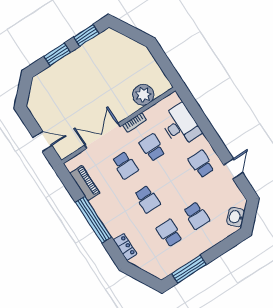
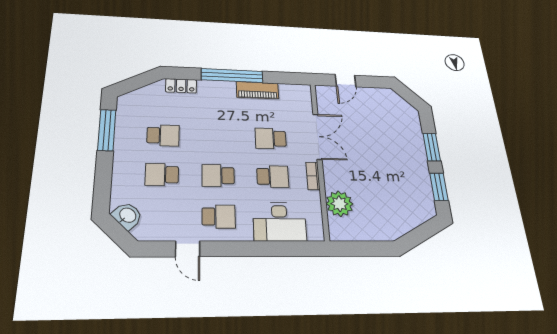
piano: (85, 183) -> (258, 90), moved
school desk: (147, 199) -> (218, 176), moved

